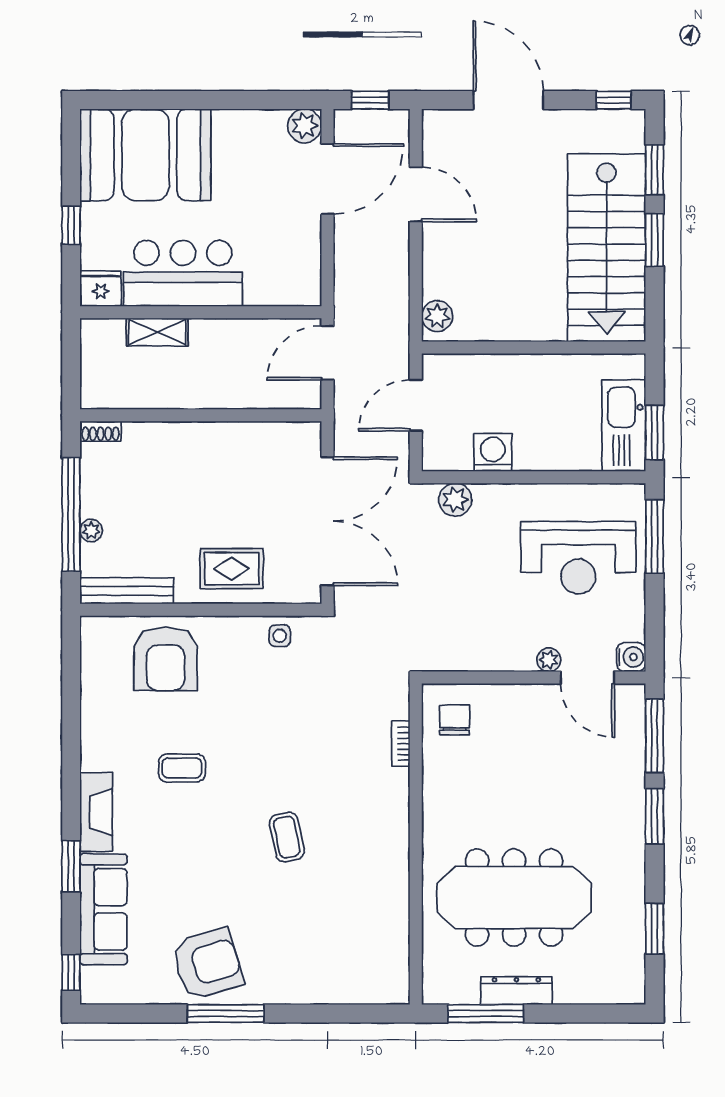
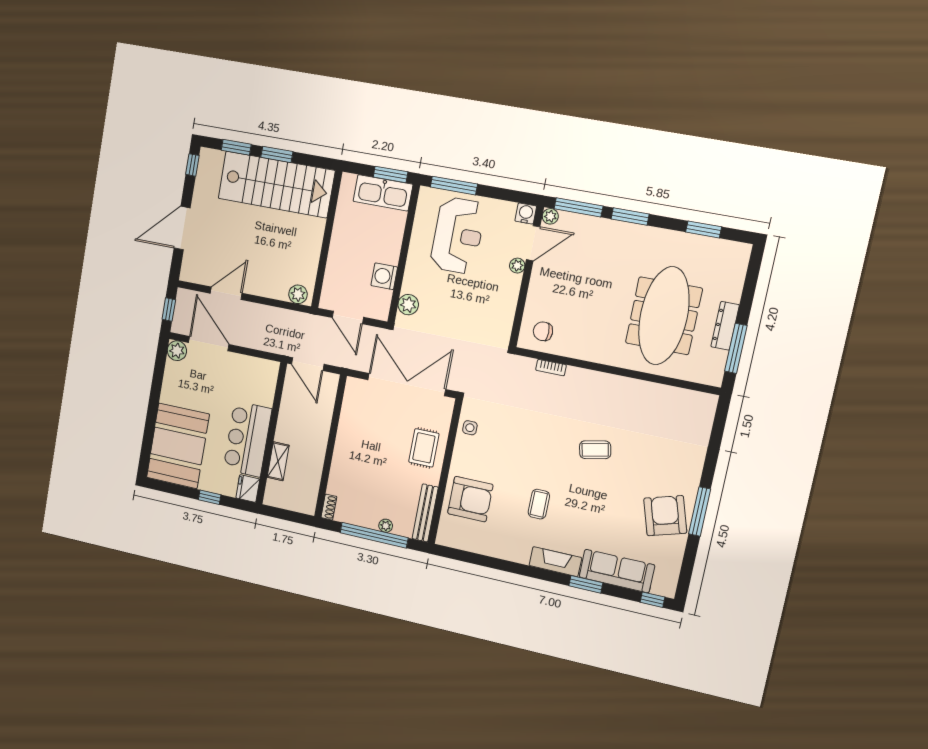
plant: (633, 696) -> (550, 216), added

